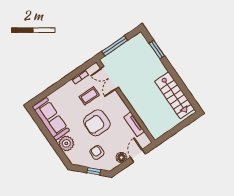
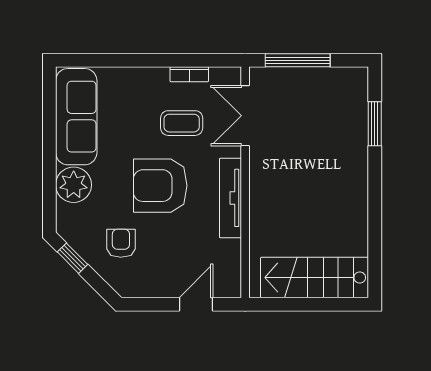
stairs: (175, 95) -> (314, 278), moved, turned 90
tv unit: (134, 124) -> (230, 198), moved, width x1.41
floor lamp: (121, 157) -> (162, 286), removed
window: (94, 171) -> (73, 258), moved

